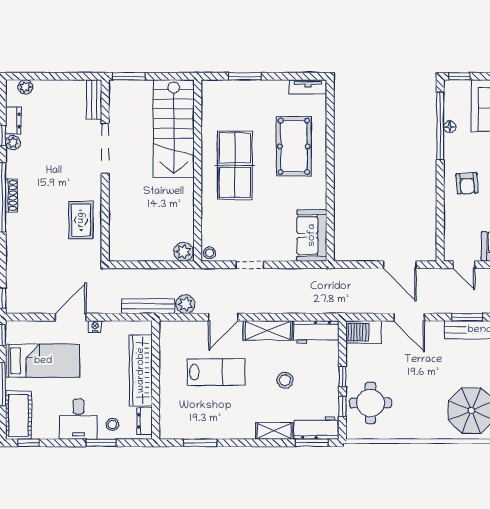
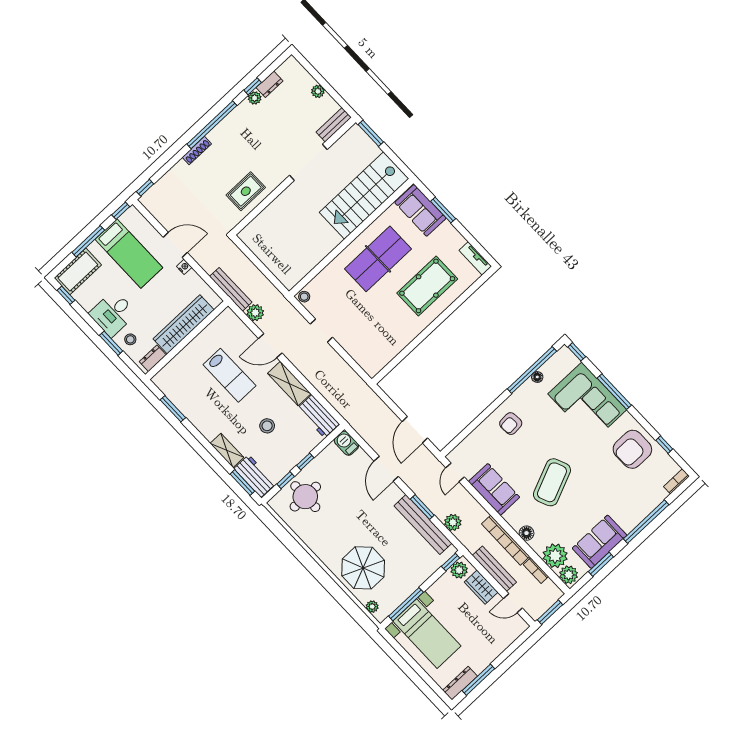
plant: (25, 87) -> (318, 91), moved
shoe rack: (11, 195) -> (197, 151), moved
sofa: (312, 235) -> (420, 210), moved, turned -90
plant: (184, 252) -> (289, 279), removed
barbecue: (364, 332) -> (346, 443), width x0.73, depth x0.79

